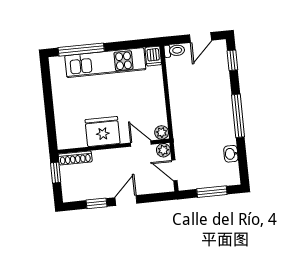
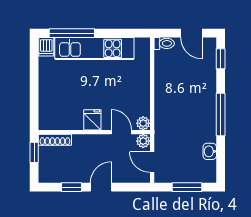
door: (201, 37) -> (191, 33), hinge flipped
dishwasher: (153, 56) -> (46, 47), moved
fridge: (103, 132) -> (92, 120), width x0.53, depth x0.75

